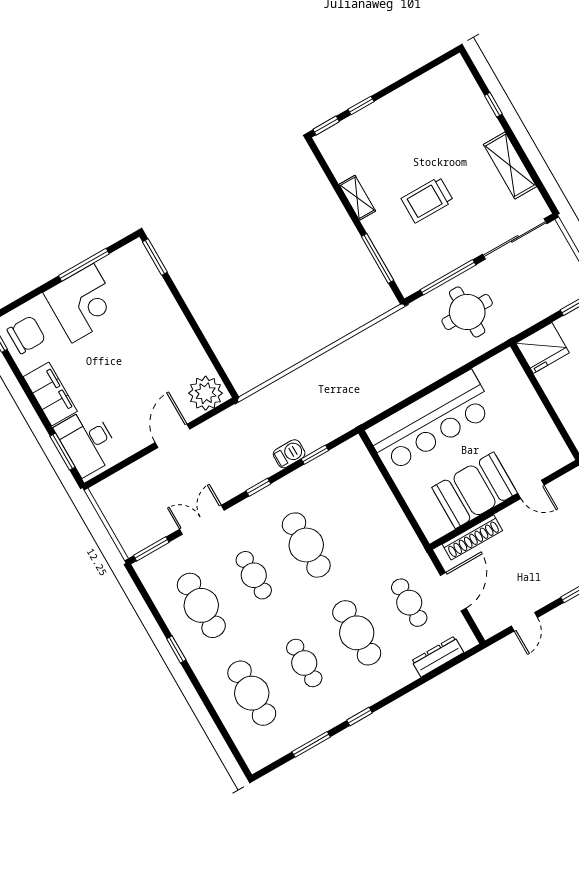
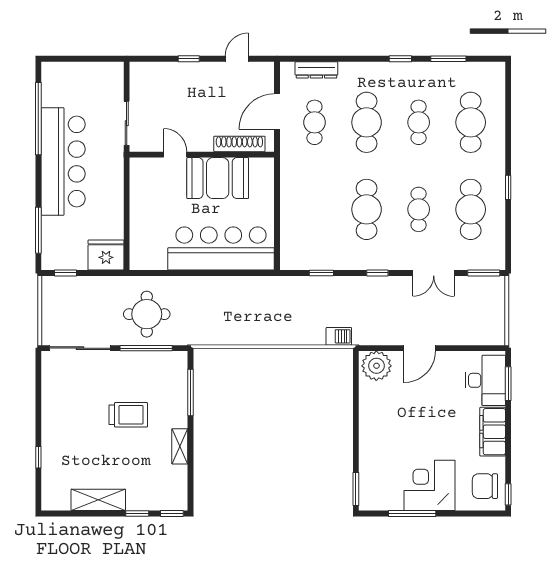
shelving: (510, 165) -> (98, 500), moved, turned 90
barbecue: (289, 454) -> (339, 336), moved, turned 180

